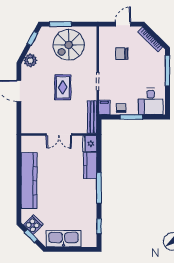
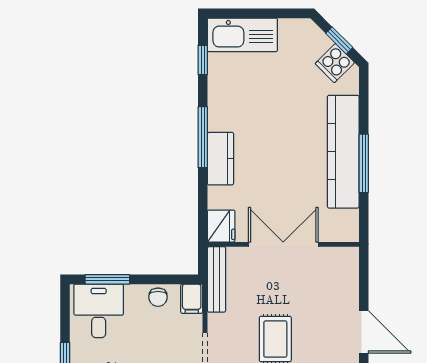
window: (131, 117) -> (107, 279), moved
double door: (59, 134) -> (283, 244), width x1.37
kitchen counter: (90, 166) -> (220, 159), moved
window: (19, 175) -> (364, 163), added
kitchen sink: (64, 239) -> (242, 35), moved

